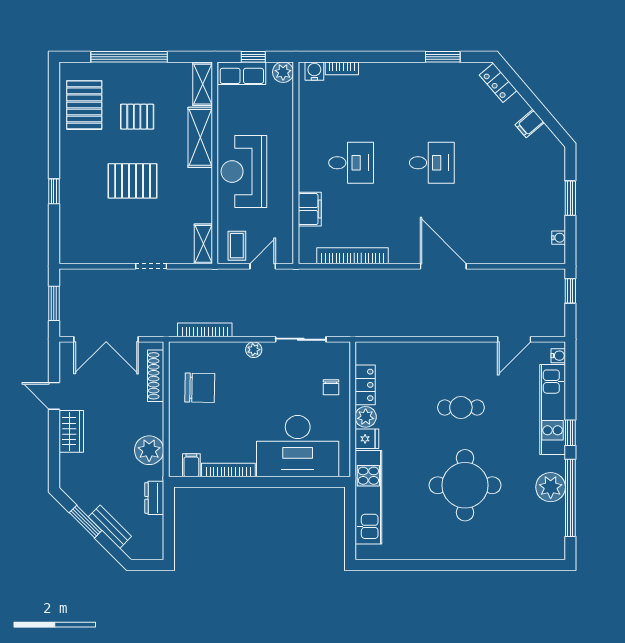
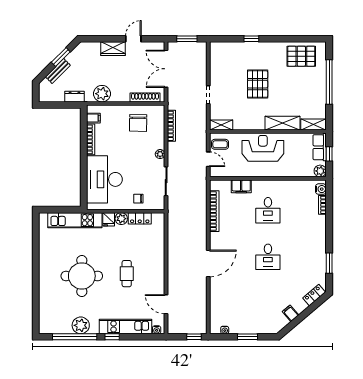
pallet: (137, 117) -> (295, 87), removed

